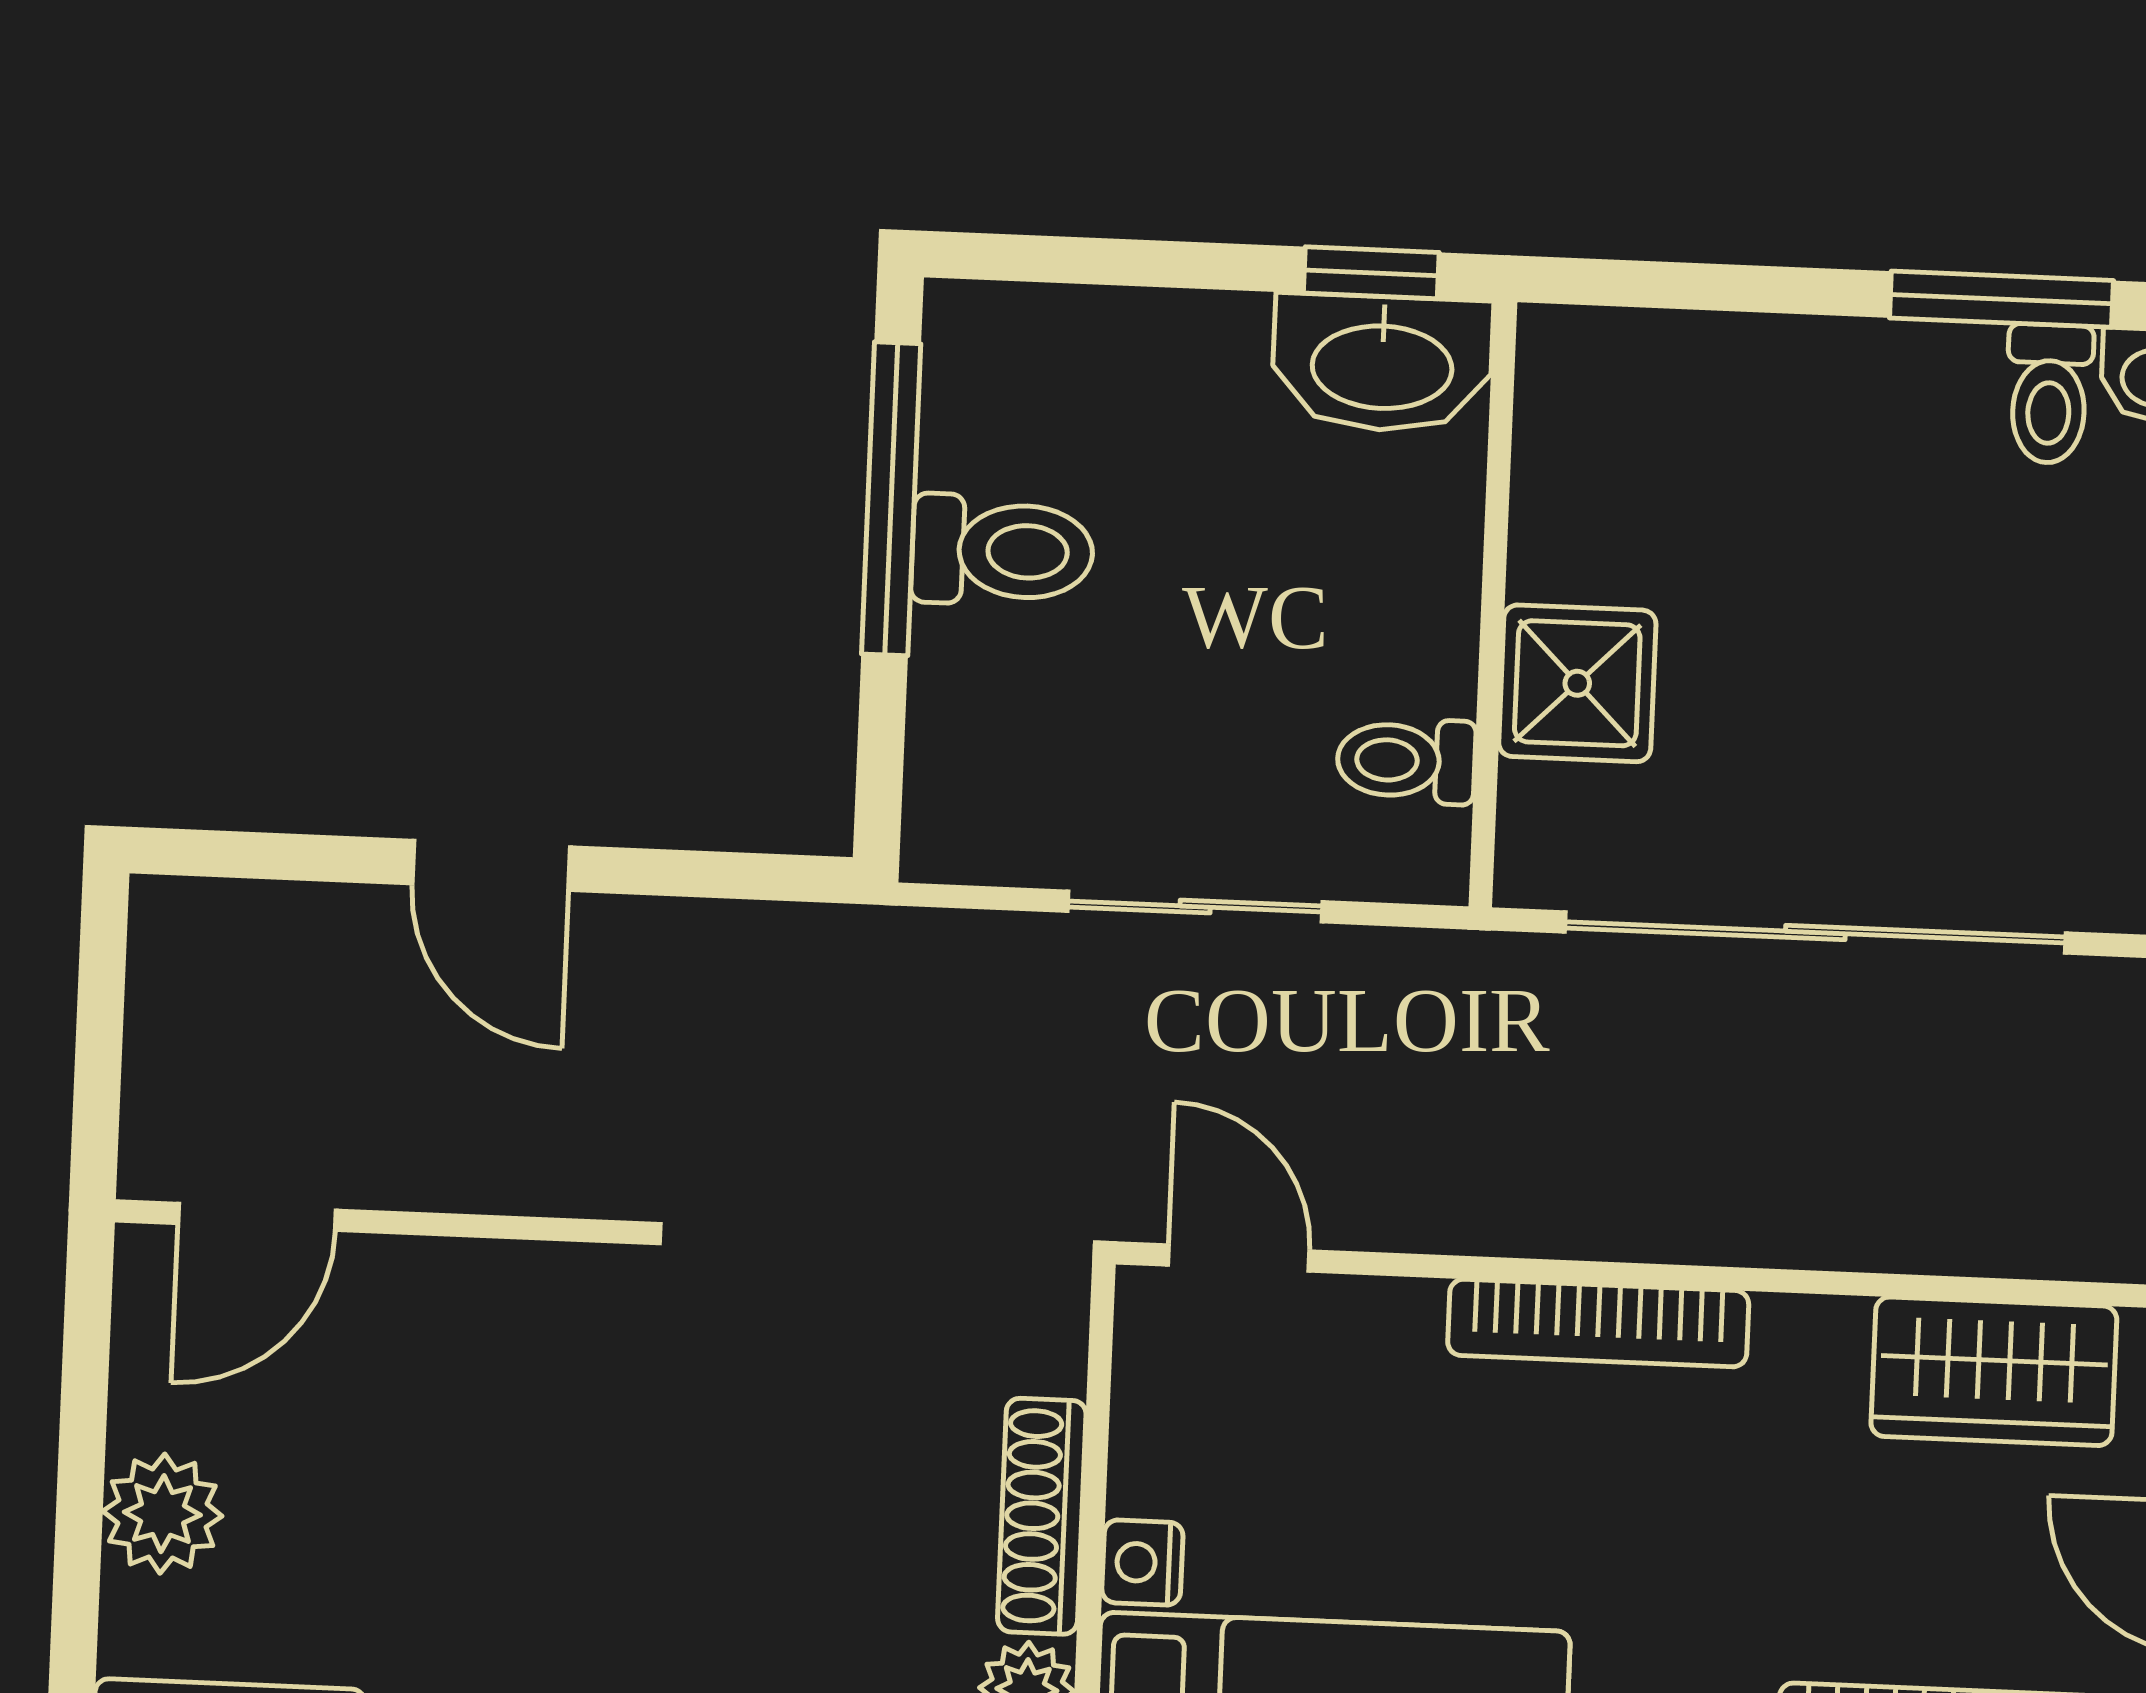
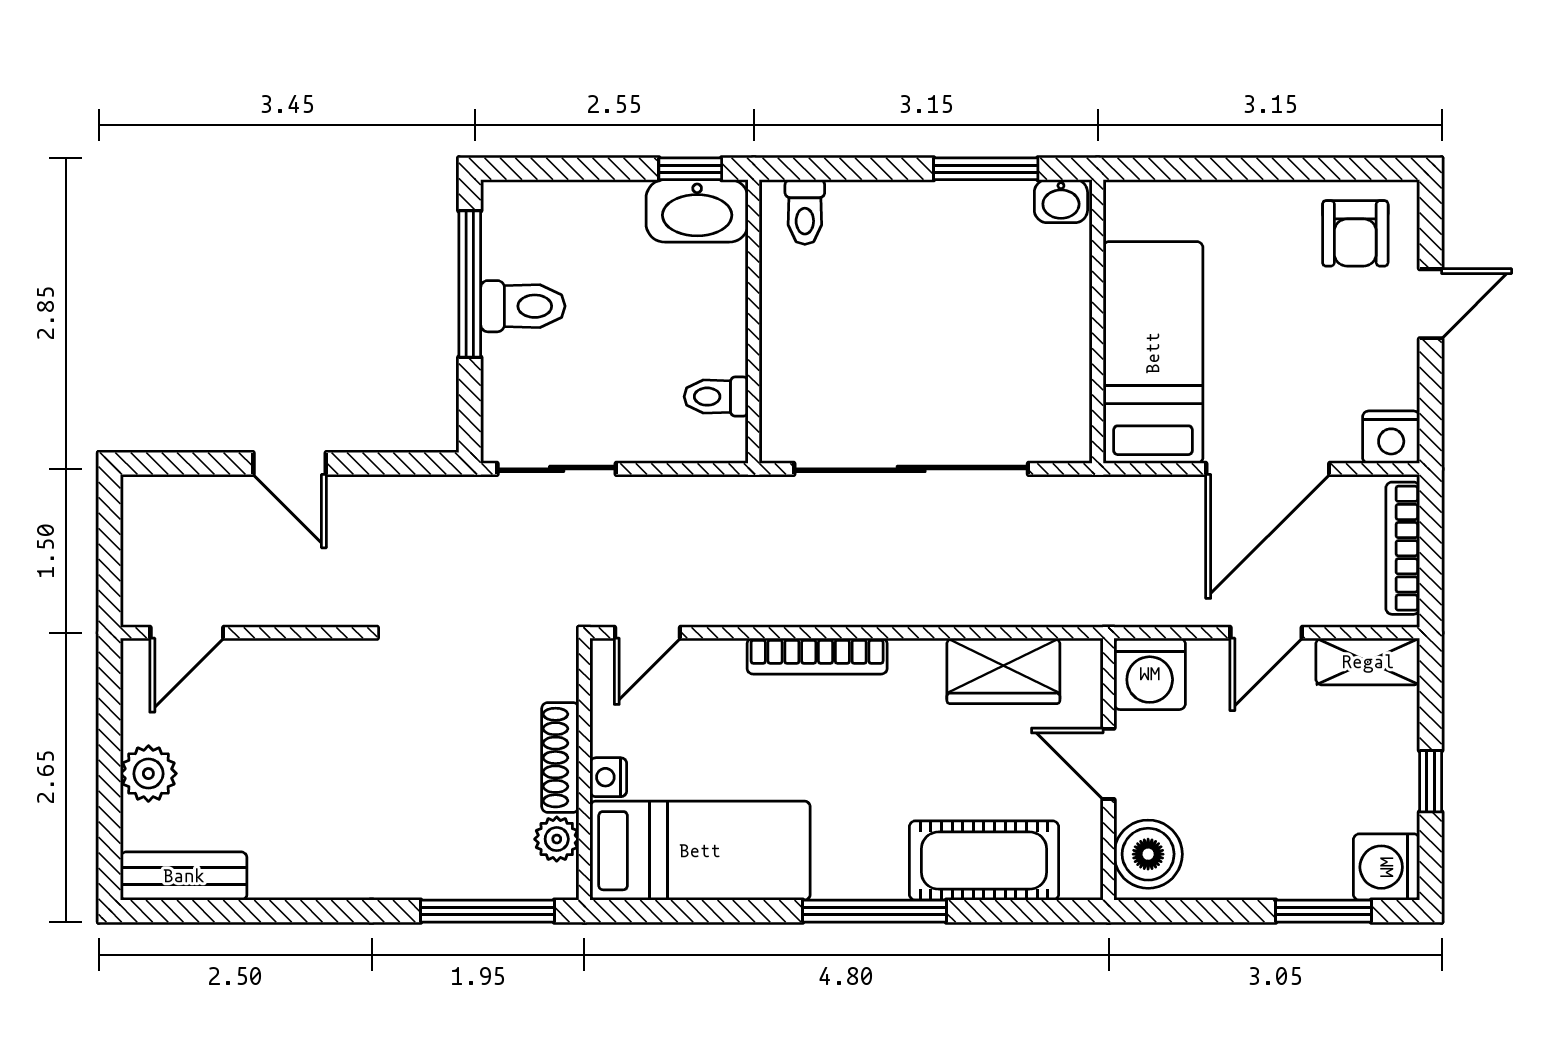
toilet: (2049, 394) -> (805, 212), moved
shower: (1577, 683) -> (795, 357), removed
sliding door: (1195, 906) -> (557, 469), moved
door: (1239, 1258) -> (647, 633), swing flipped

